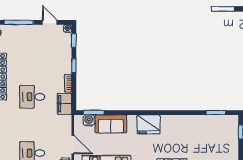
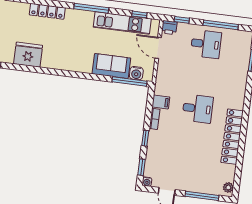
filing cabinet: (65, 104) -> (161, 102), width x0.50
window: (94, 113) -> (130, 82), width x1.44
fridge: (149, 124) -> (28, 55), moved

